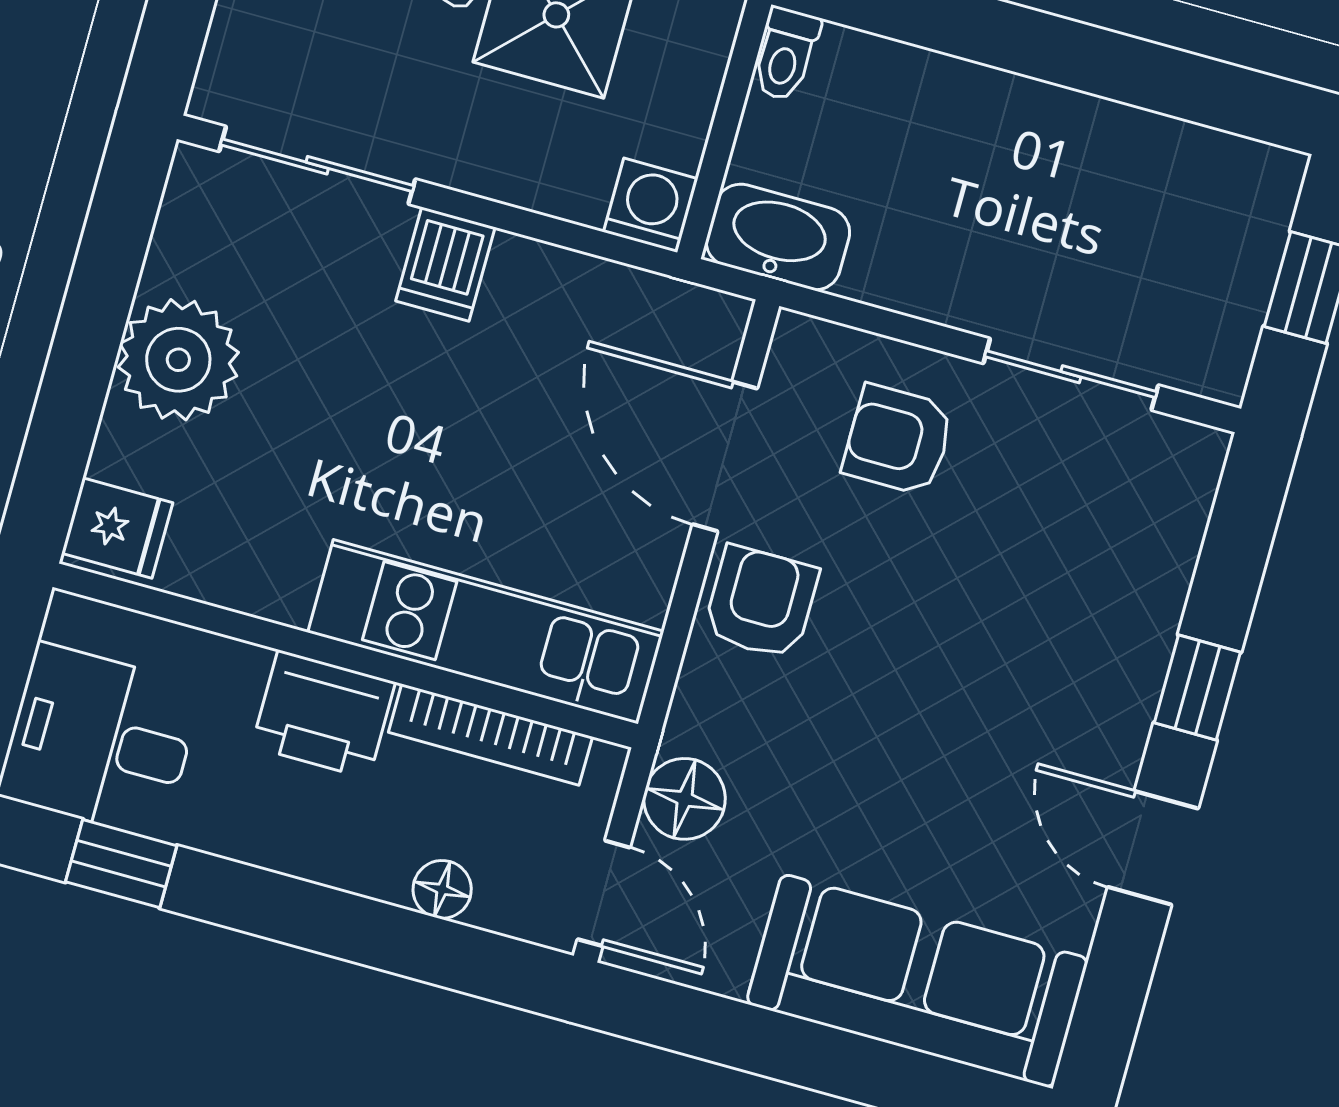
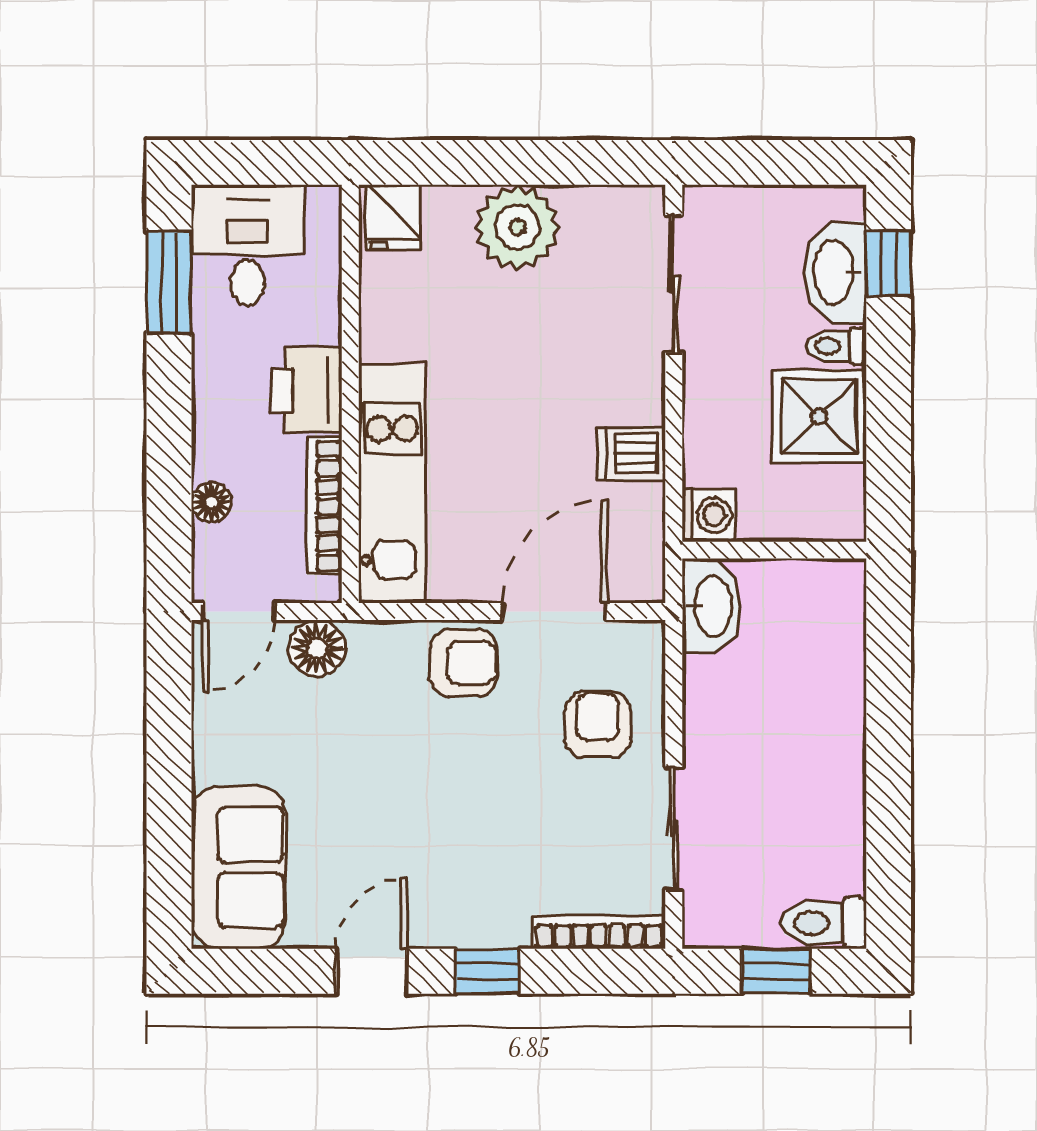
toilet: (786, 54) -> (824, 923), moved, width x1.37, depth x1.39
dishwasher: (445, 264) -> (631, 454), moved
bookcase: (1186, 518) -> (599, 932), added
window: (121, 864) -> (169, 282), width x1.50
sofa: (917, 981) -> (238, 867), width x0.73

